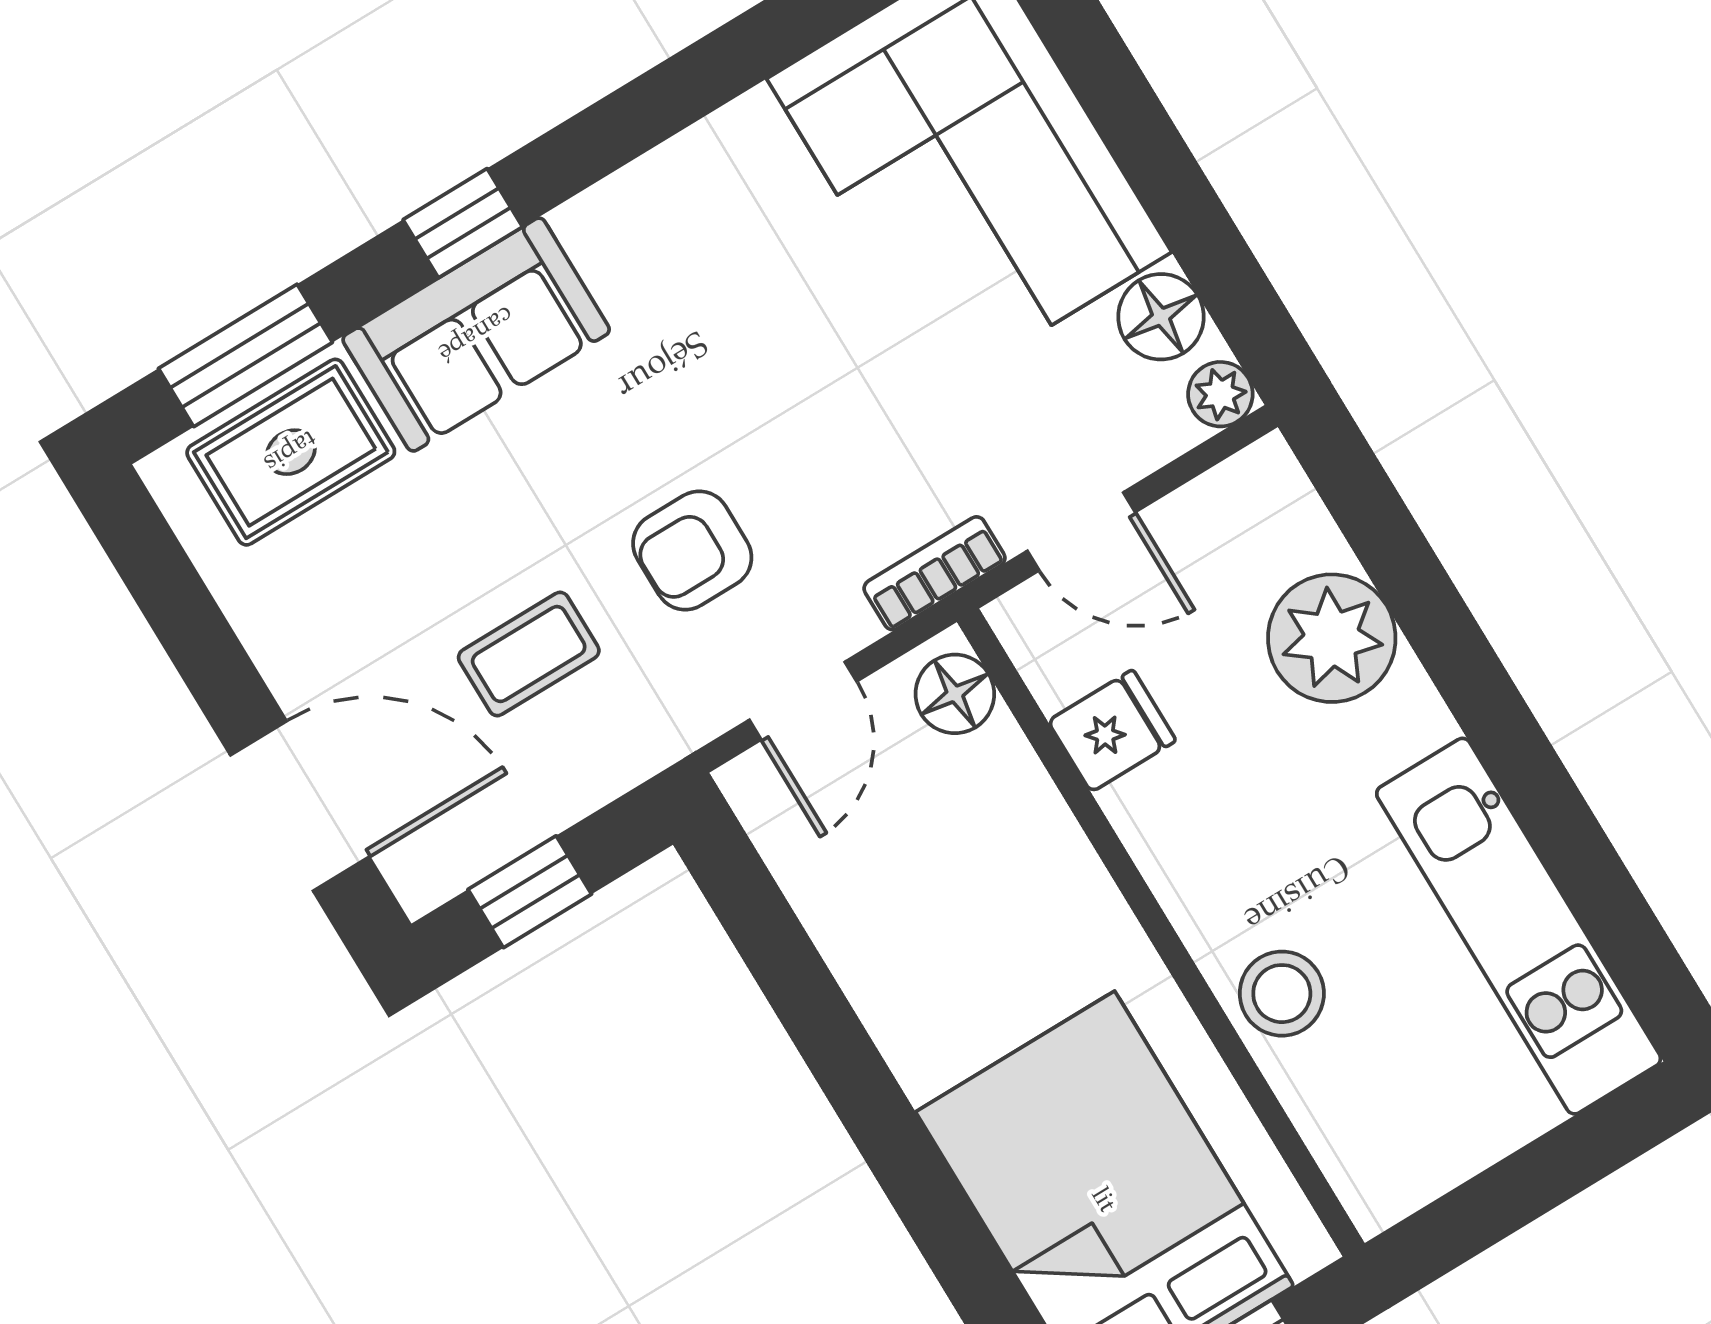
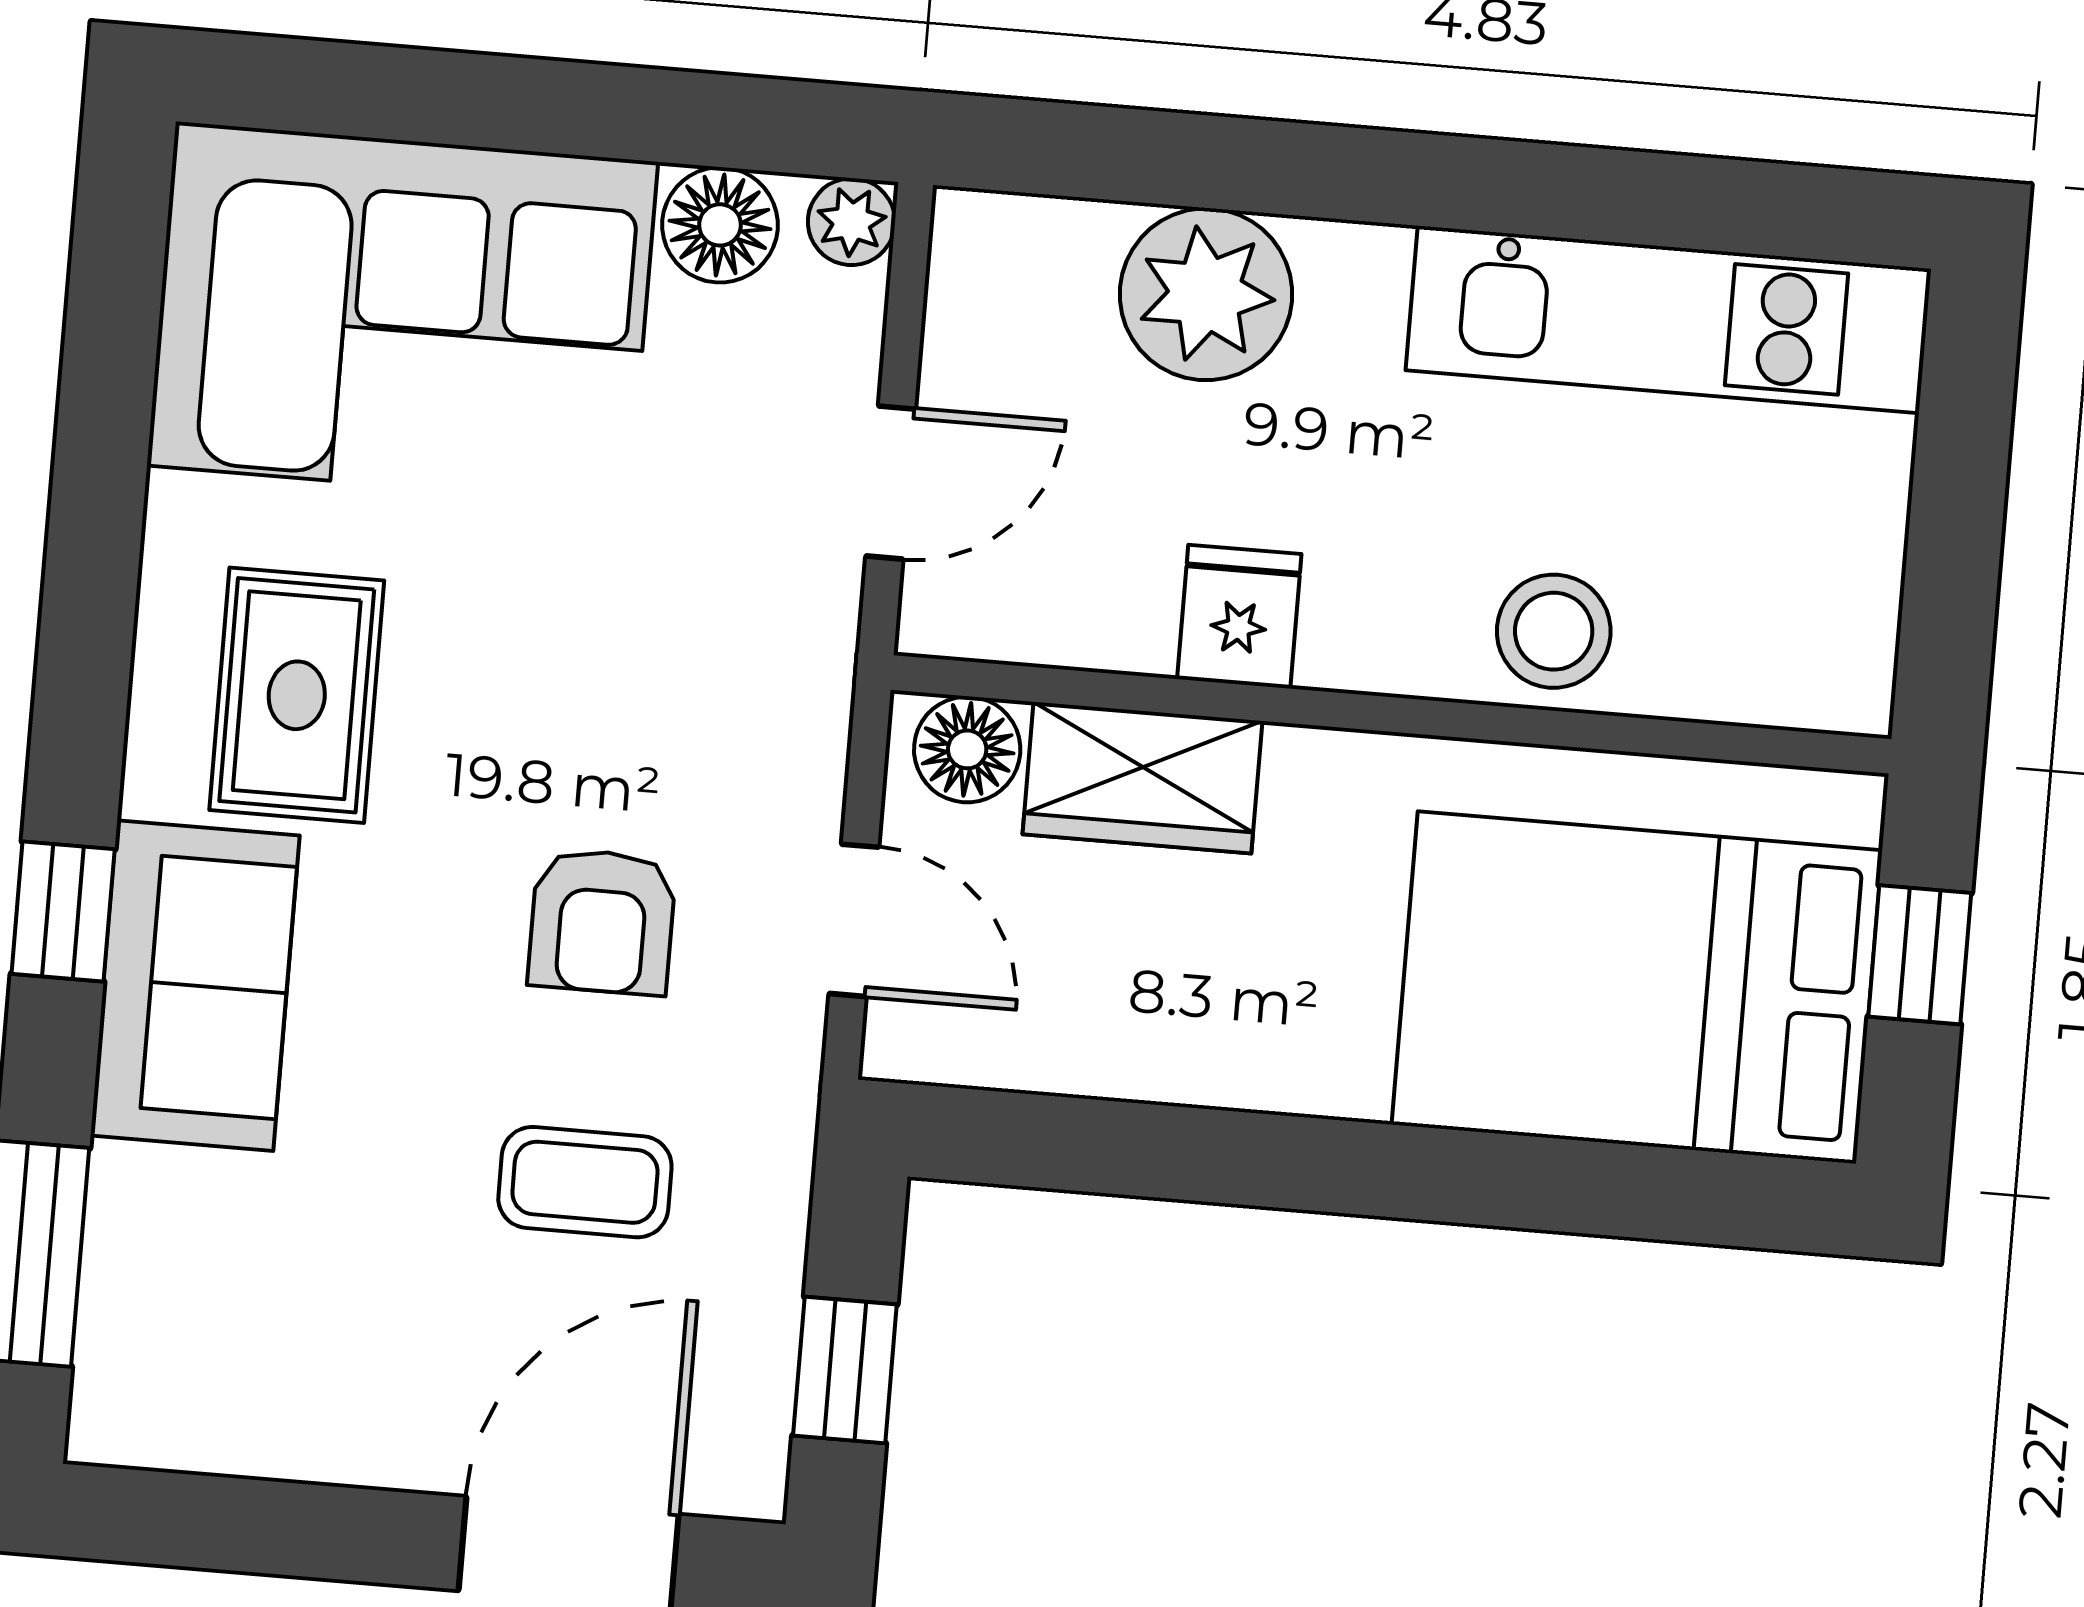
rug: (291, 452) -> (297, 695), moved
bookcase: (935, 573) -> (820, 676), removed
coffee table: (529, 654) -> (585, 1182), turned 90
fridge: (1112, 731) -> (1239, 617), moved
wardrobe: (1014, 811) -> (1142, 778), added

